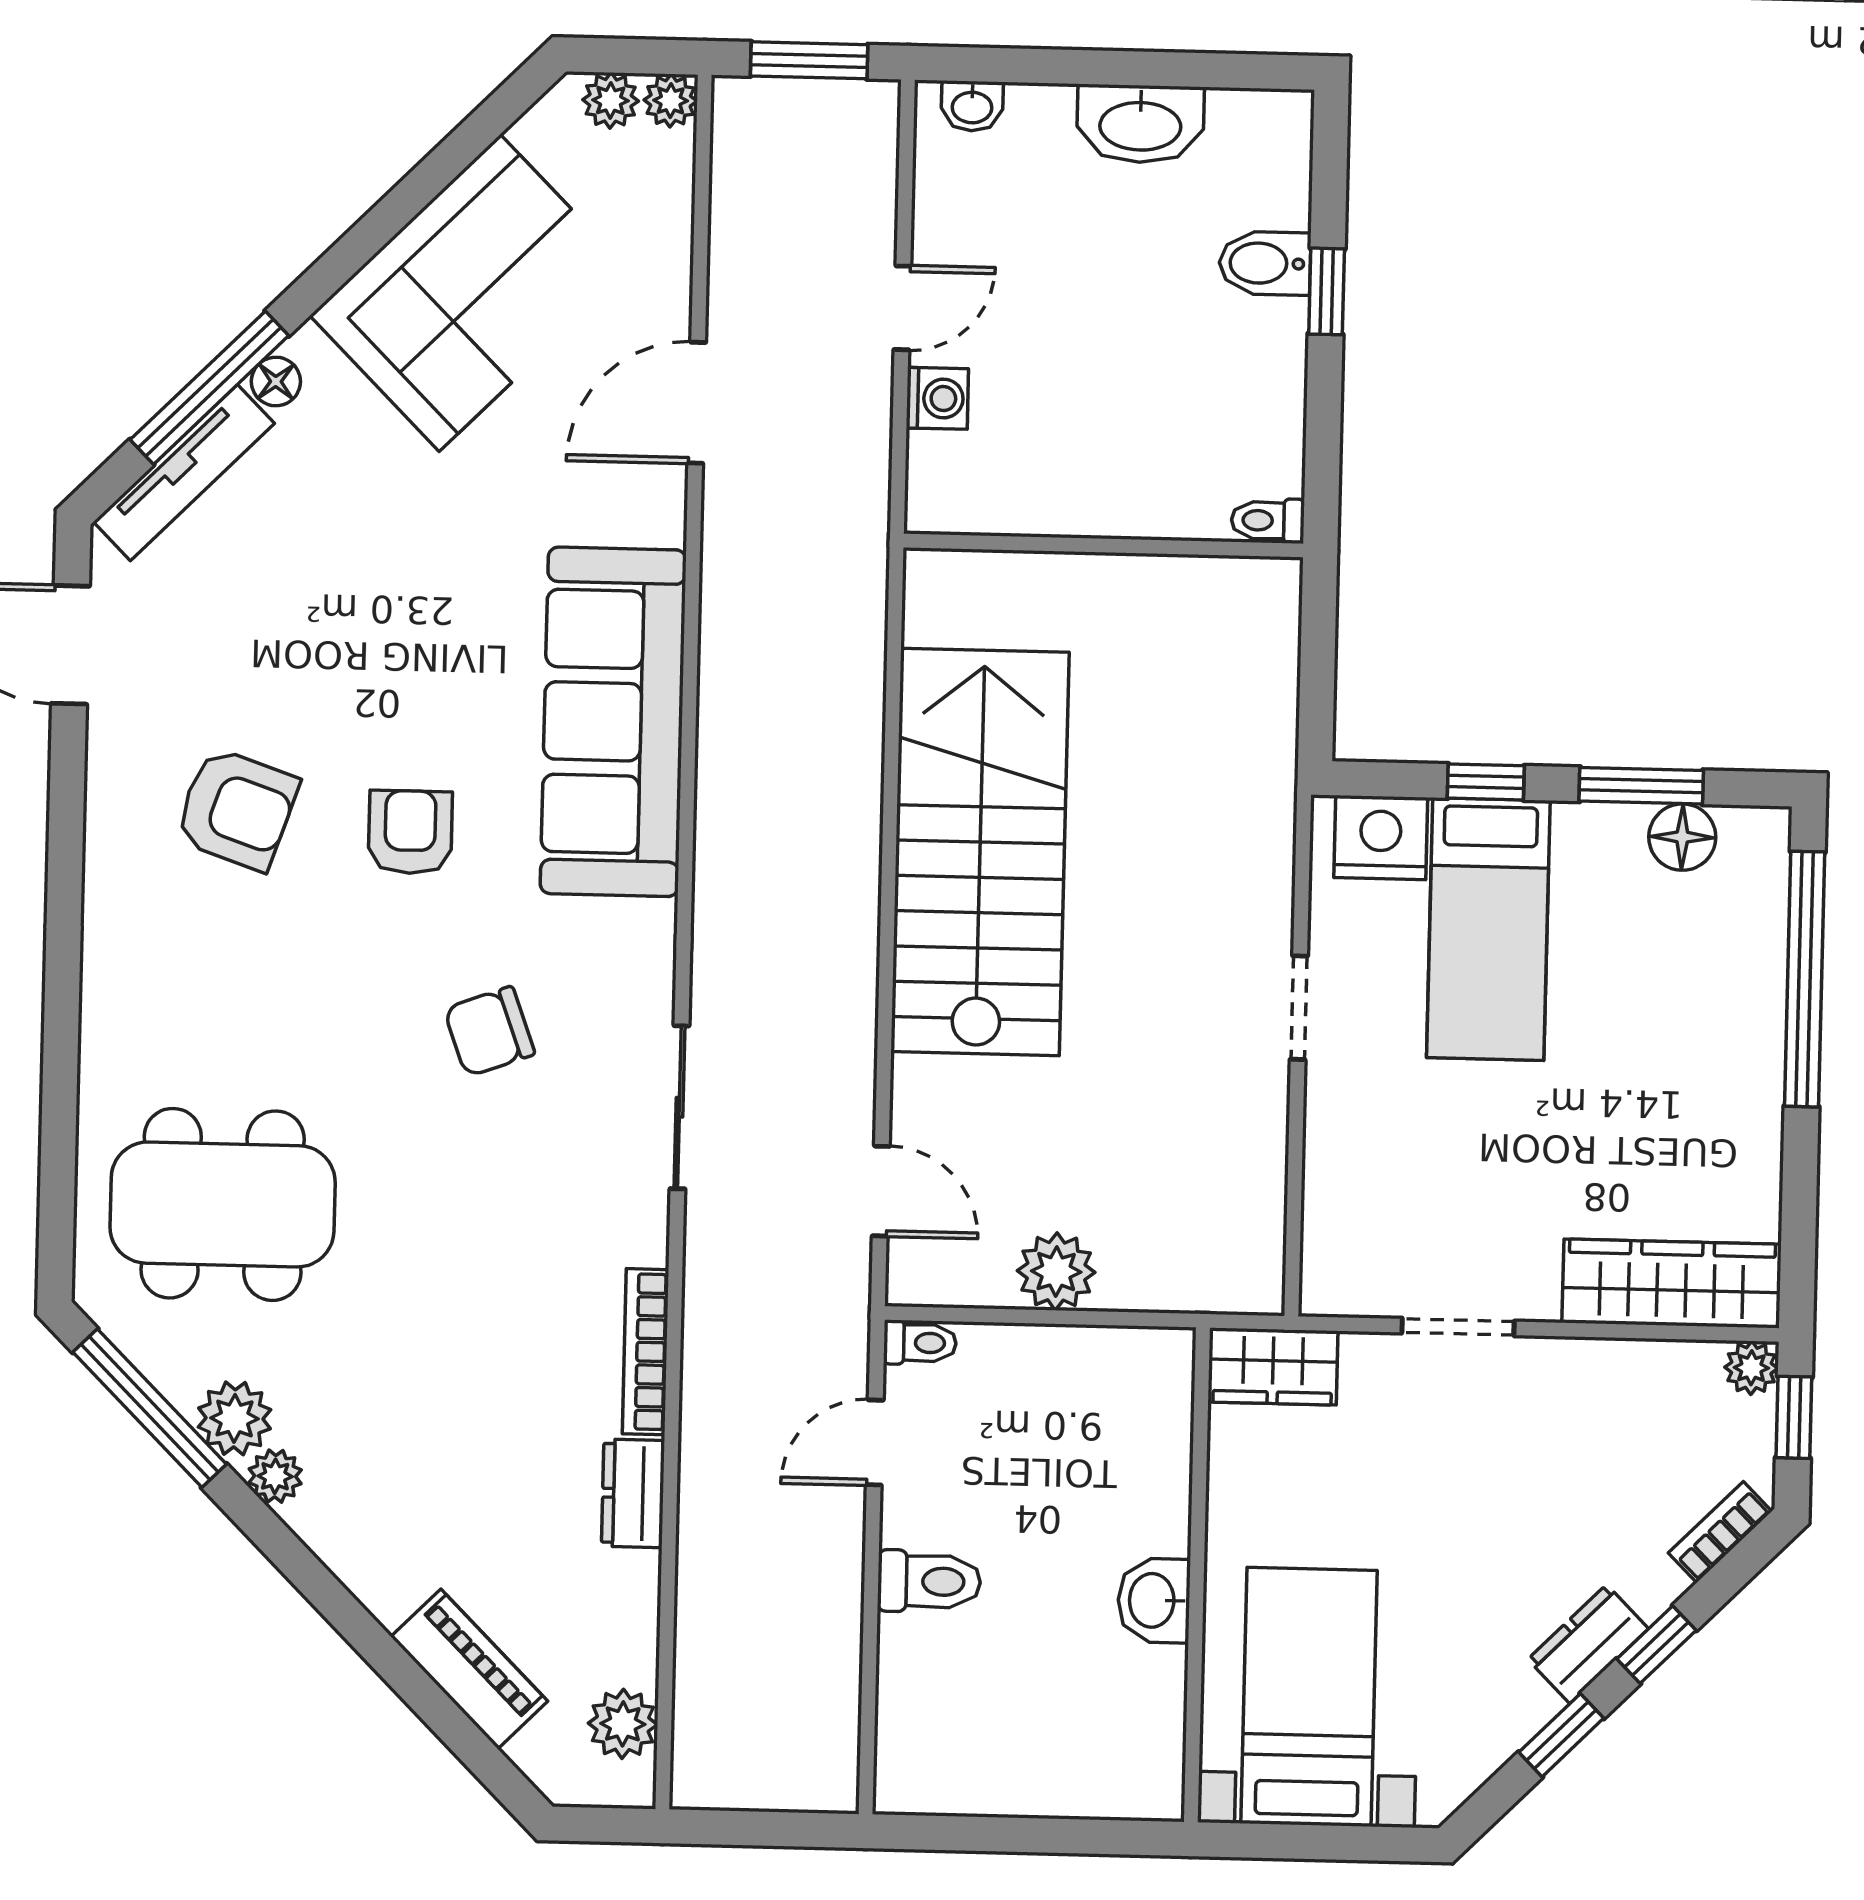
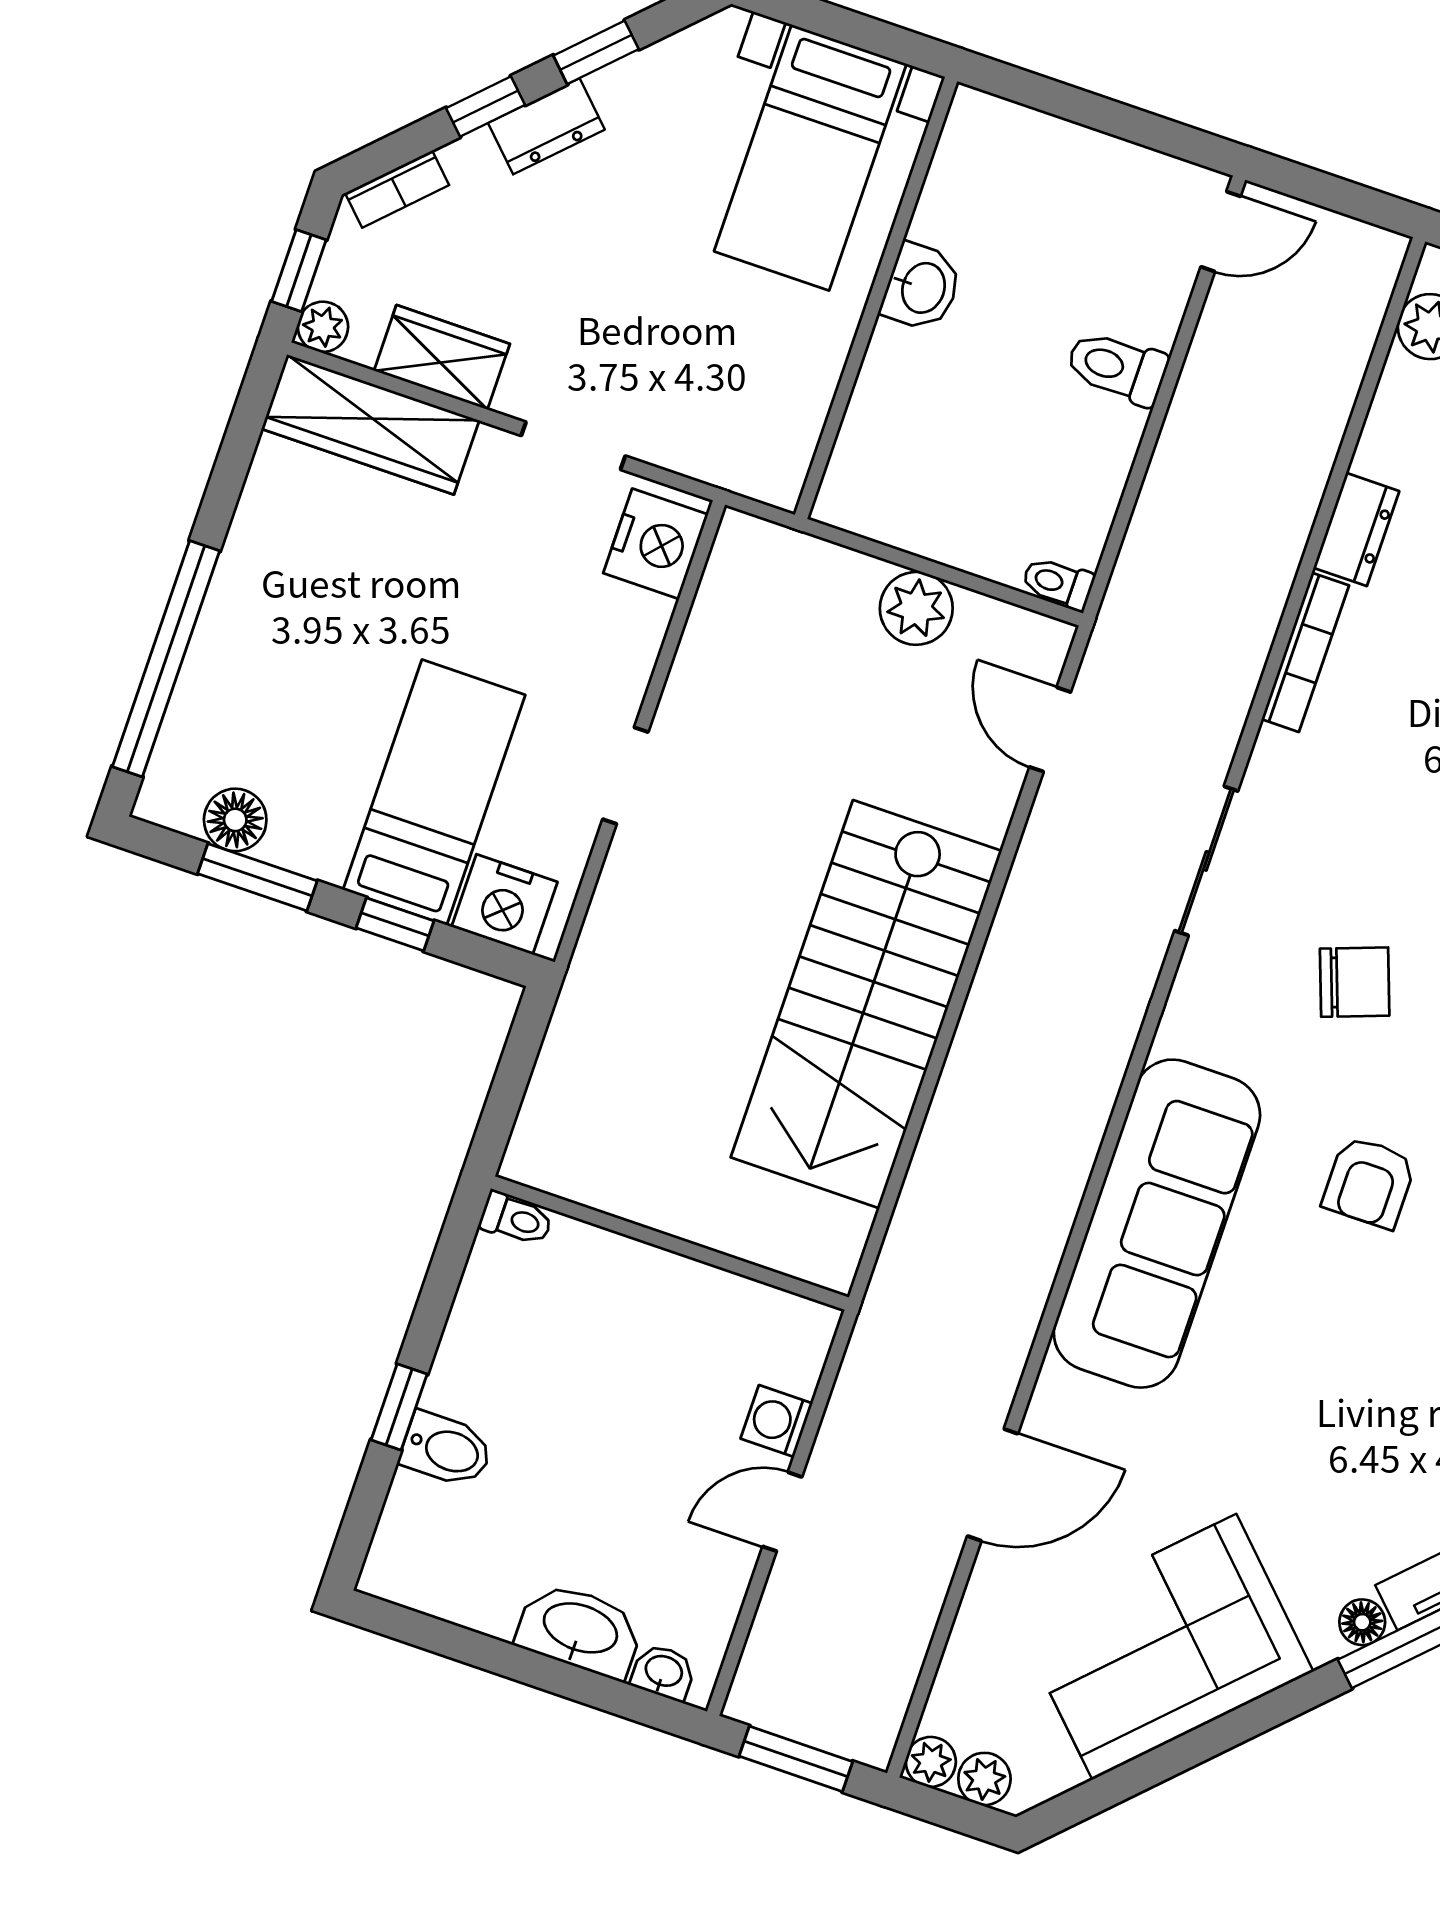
washbasin: (1140, 124) -> (580, 1630), moved
nightstand: (1343, 1253) -> (656, 544), added
wardrobe: (1273, 1366) -> (442, 357), moved
door: (875, 1442) -> (1221, 232), moved

